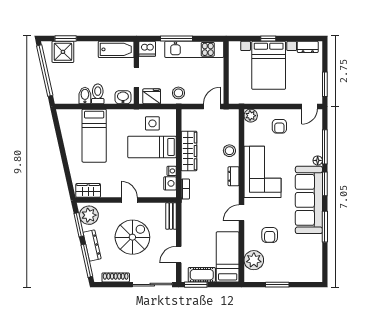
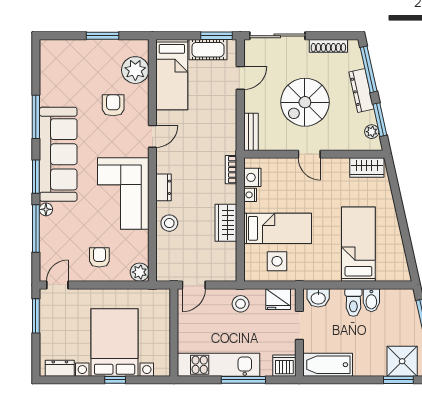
wardrobe: (189, 151) -> (226, 223), width x0.67
plant: (89, 215) -> (372, 132), width x0.53, depth x0.53

